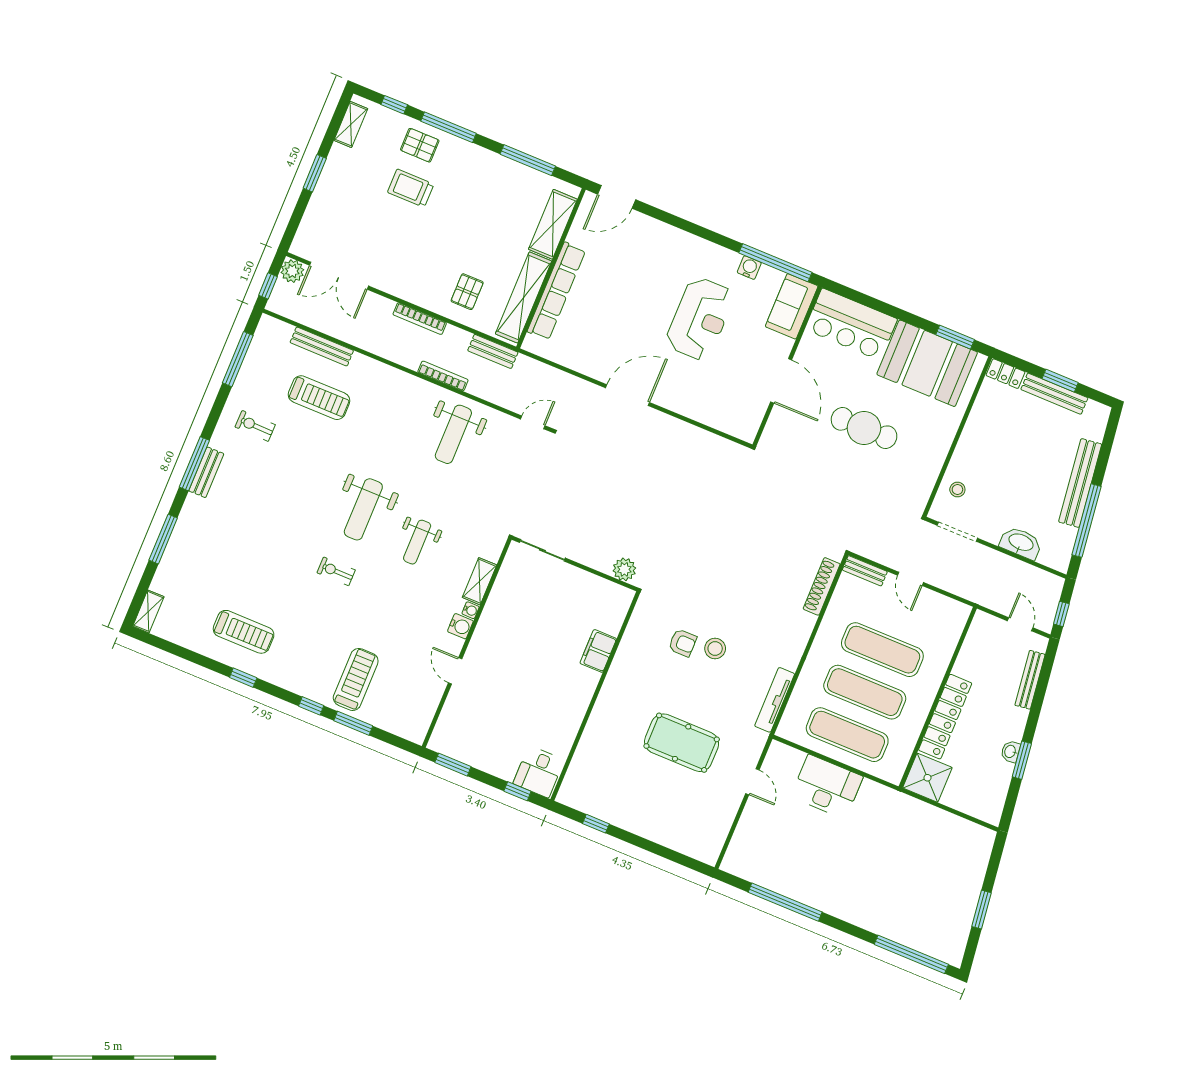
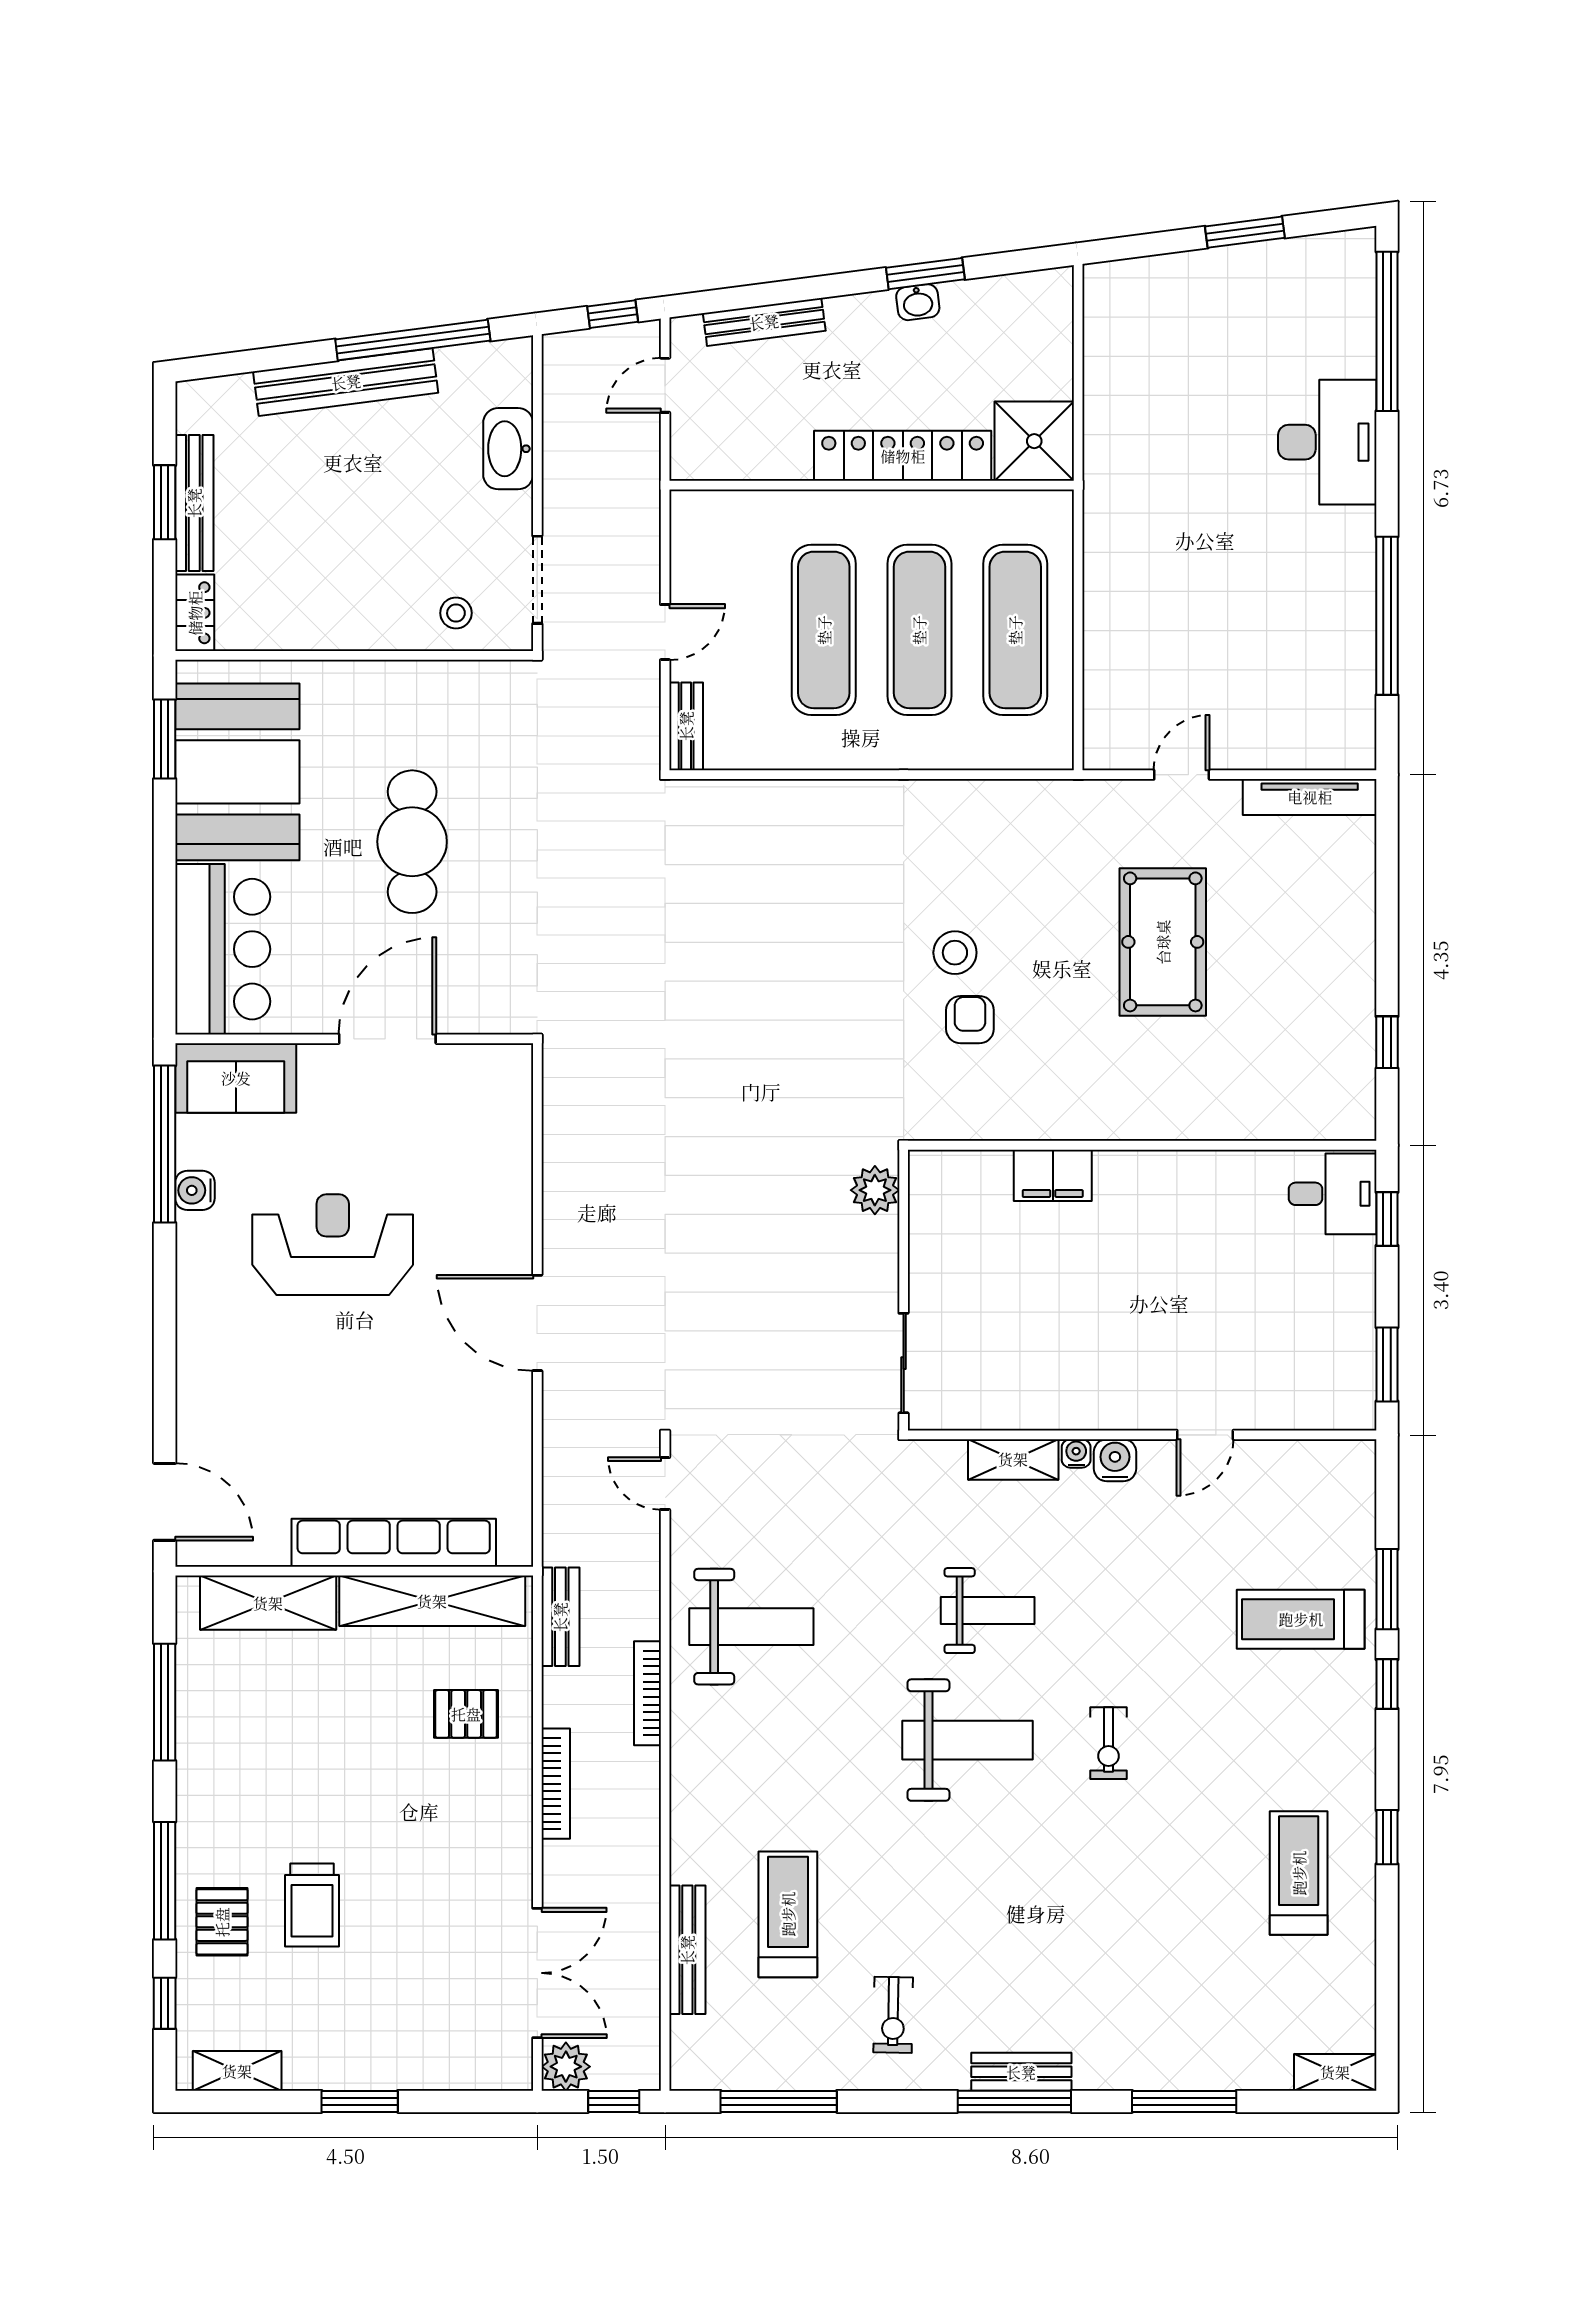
shoe rack: (822, 586) -> (751, 797), removed
tv unit: (775, 700) -> (1310, 797), moved
desk: (827, 787) -> (1327, 442), moved, turned 180

